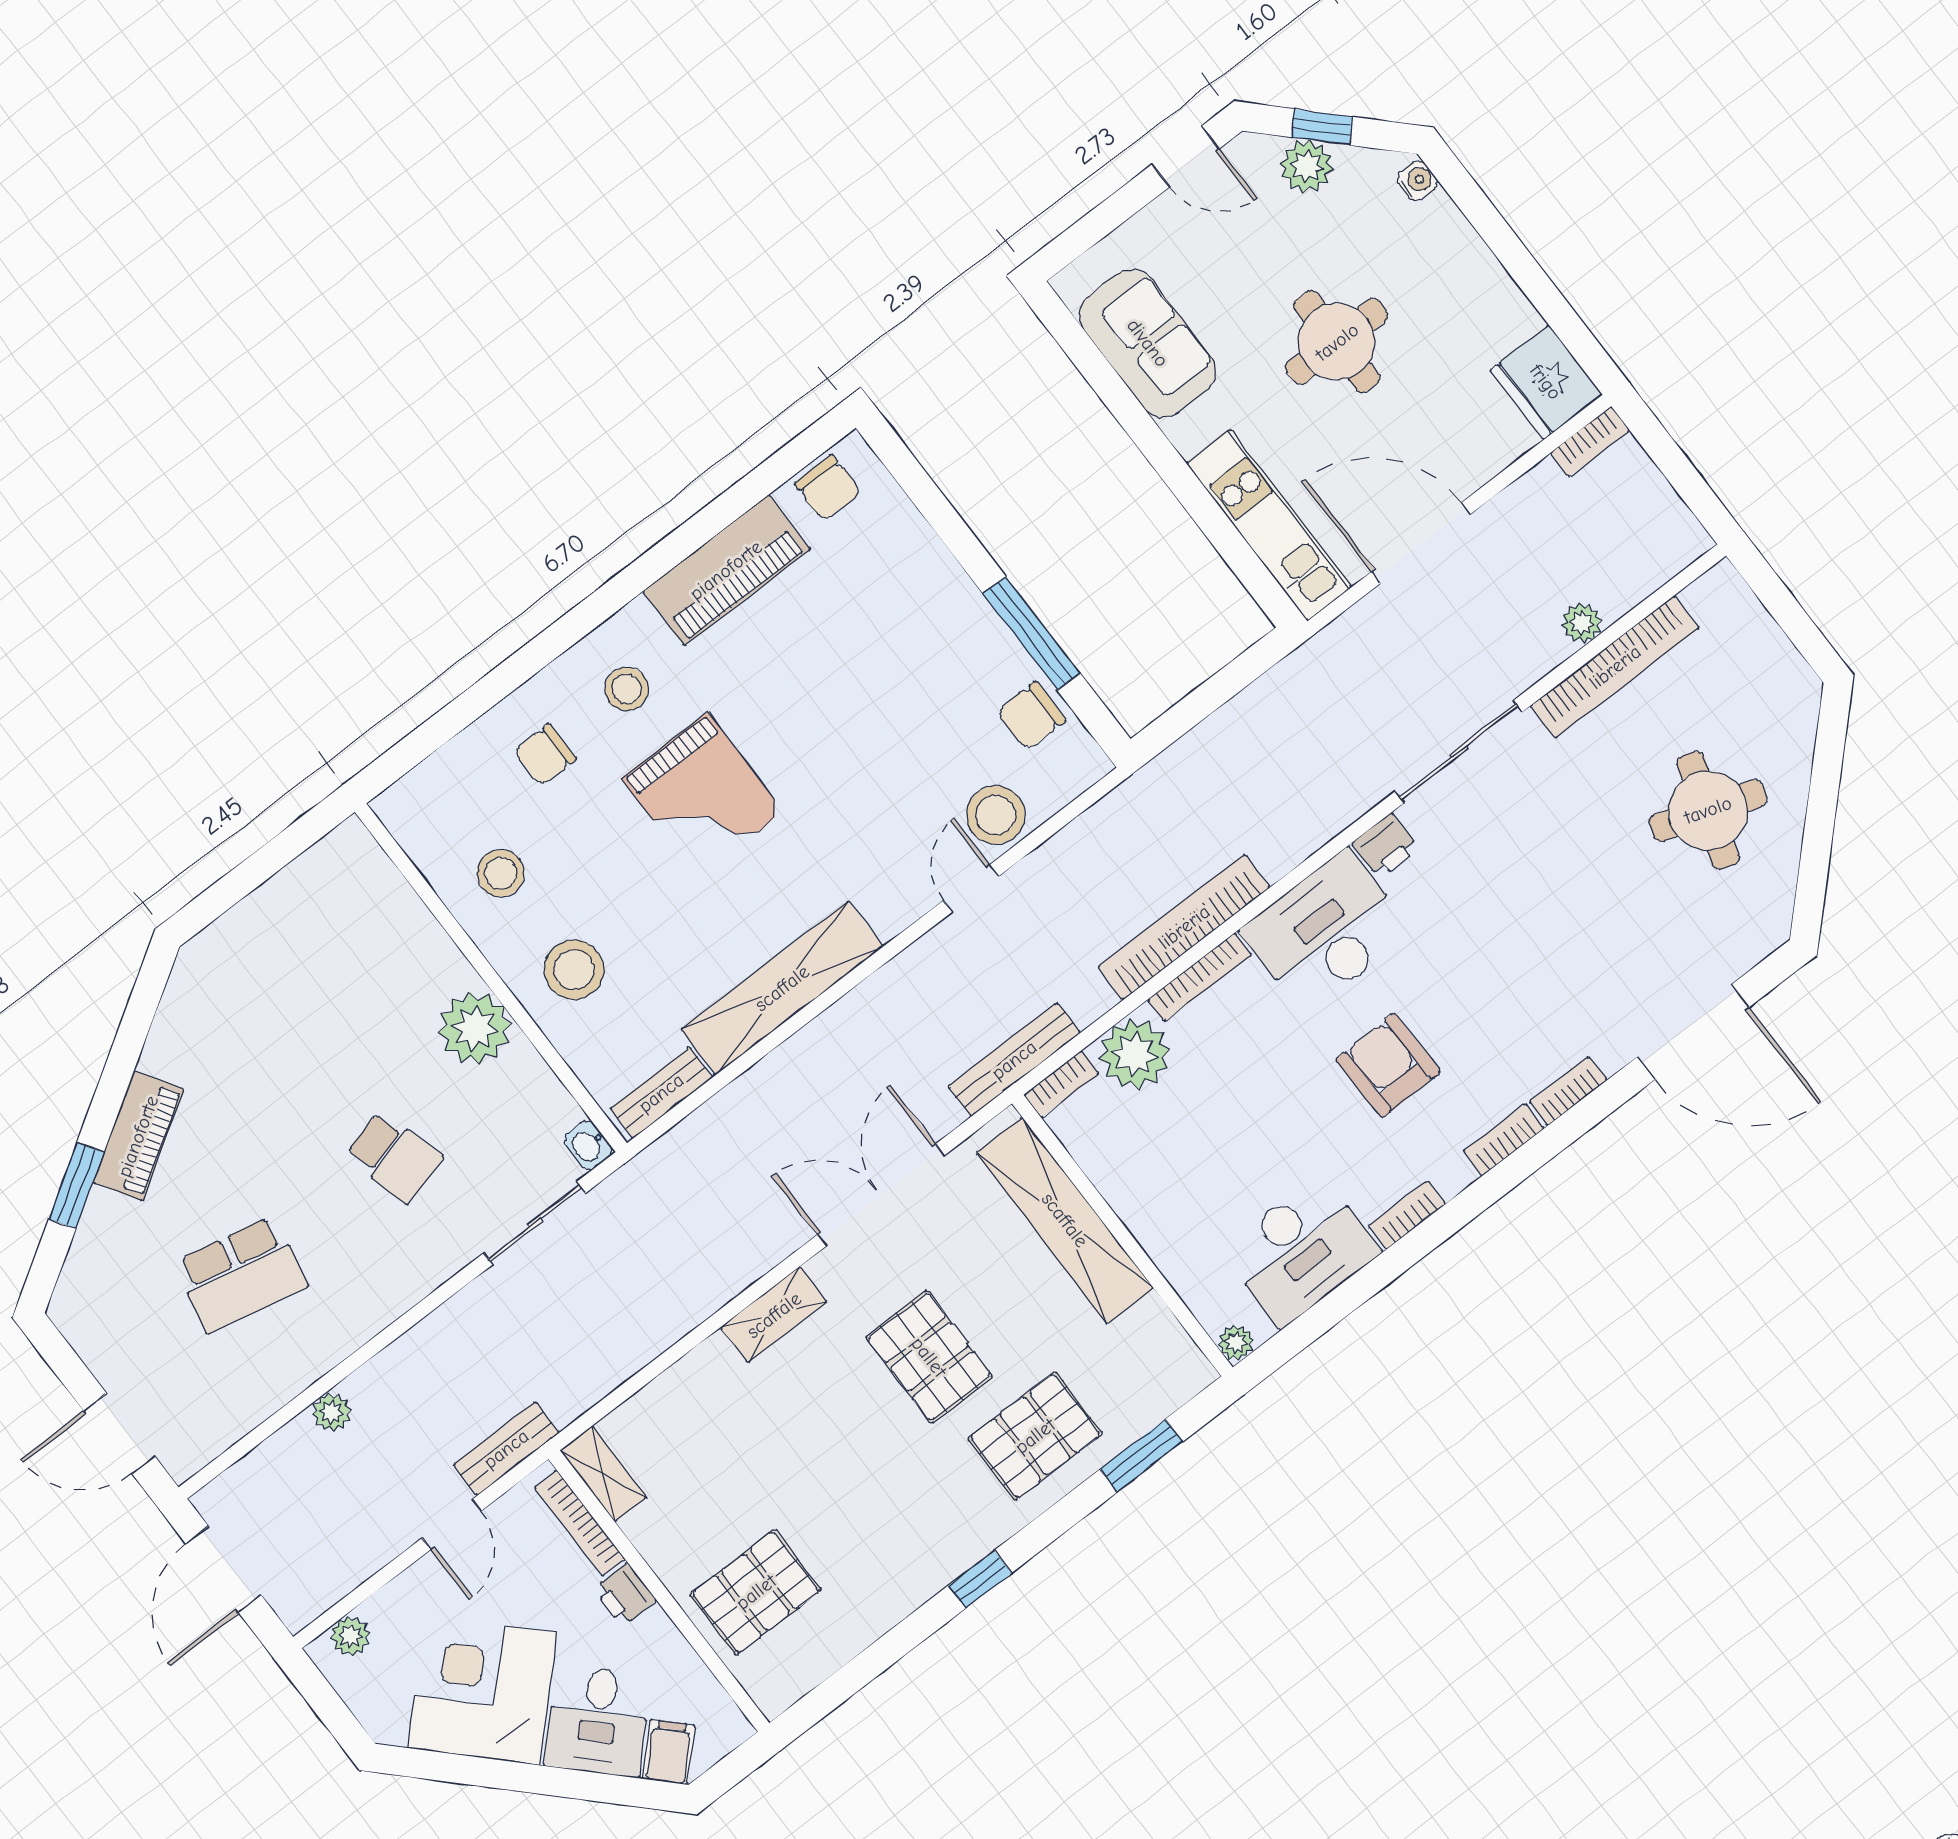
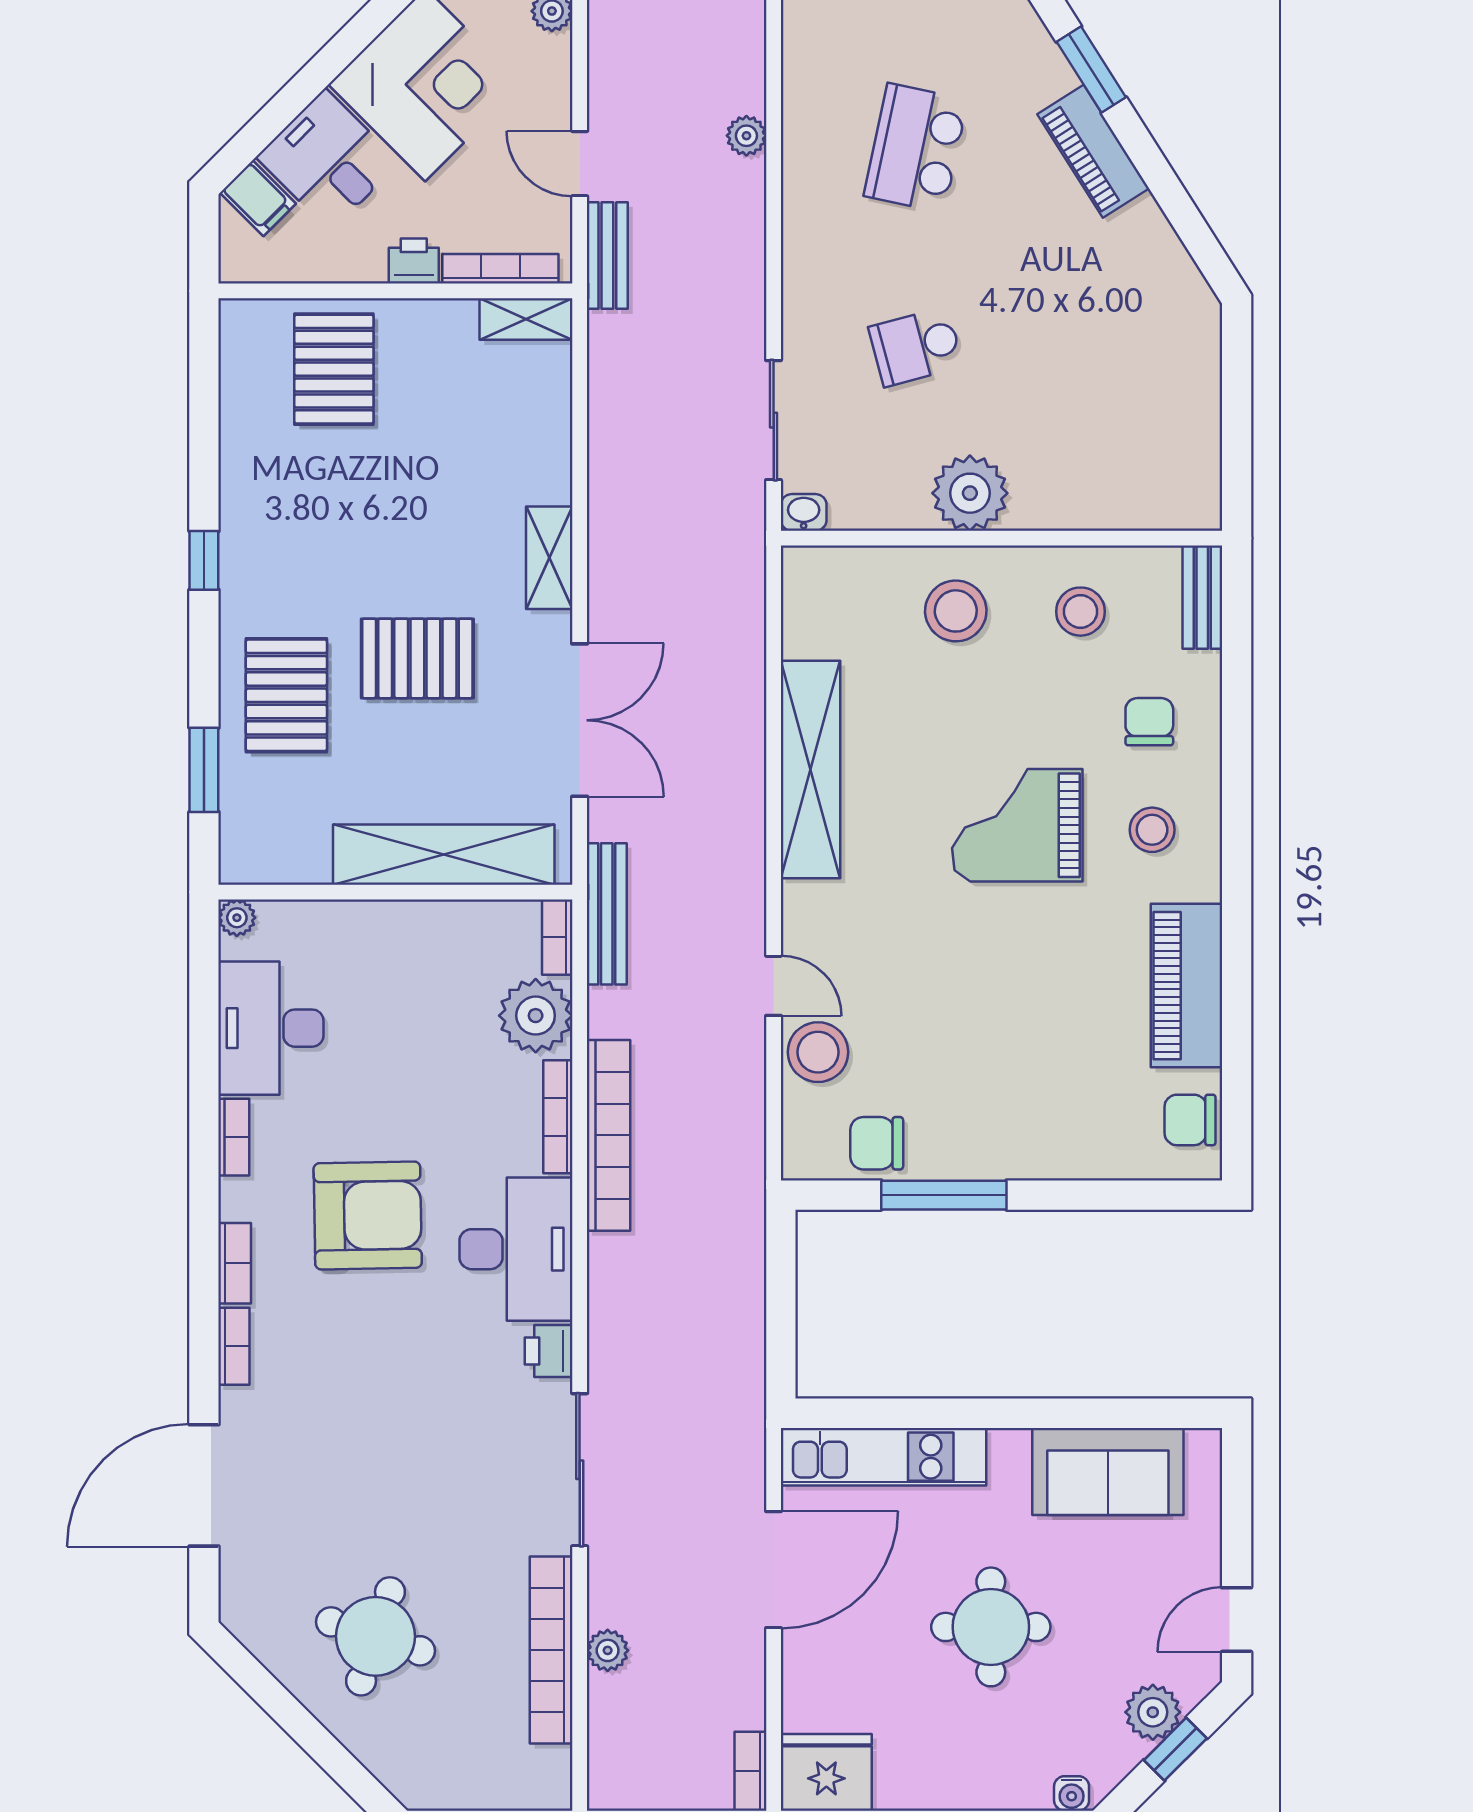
chair: (1031, 716) -> (877, 1143), turned -90
armchair: (1388, 1065) -> (368, 1215), width x1.36, depth x1.36
bench: (661, 1093) -> (1202, 597), moved

